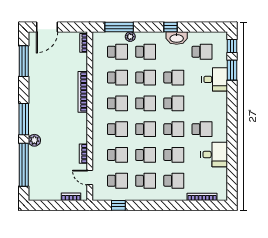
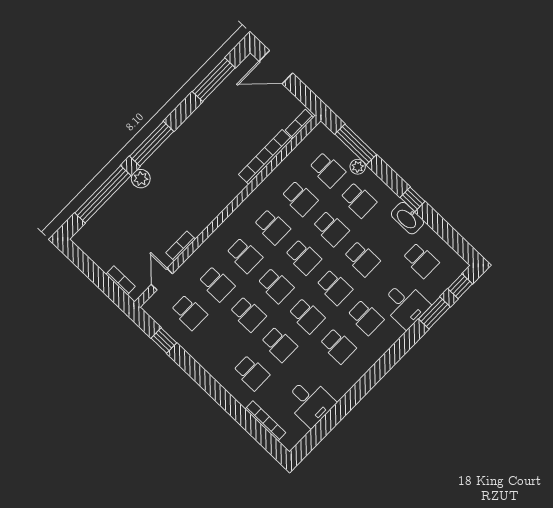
bookcase: (83, 92) -> (265, 157), moved
desk: (214, 154) -> (310, 402), moved
school desk: (146, 181) -> (366, 317), moved

